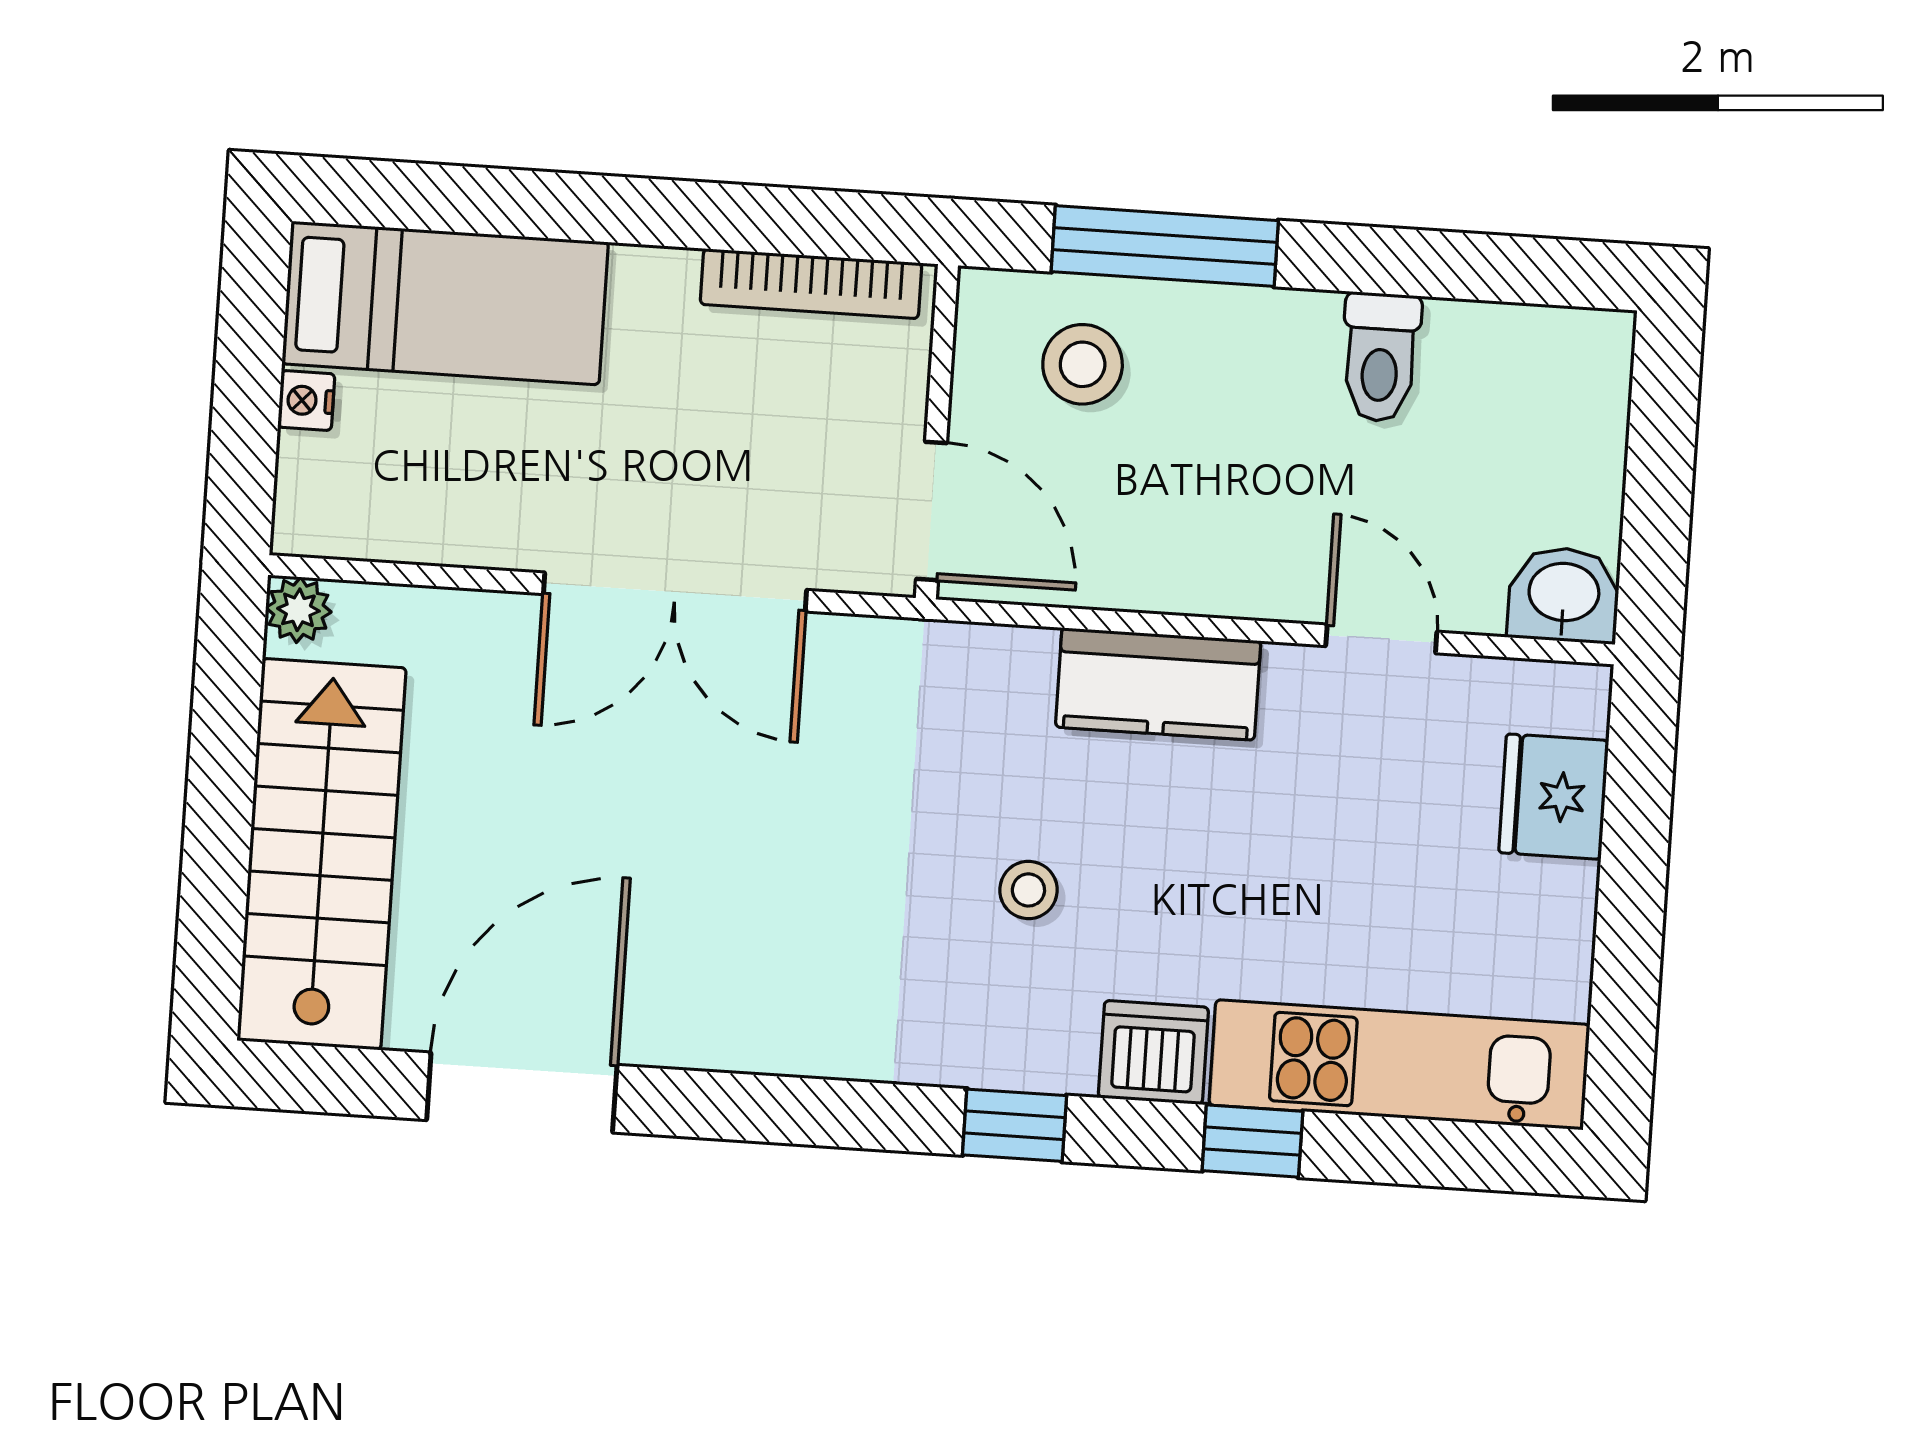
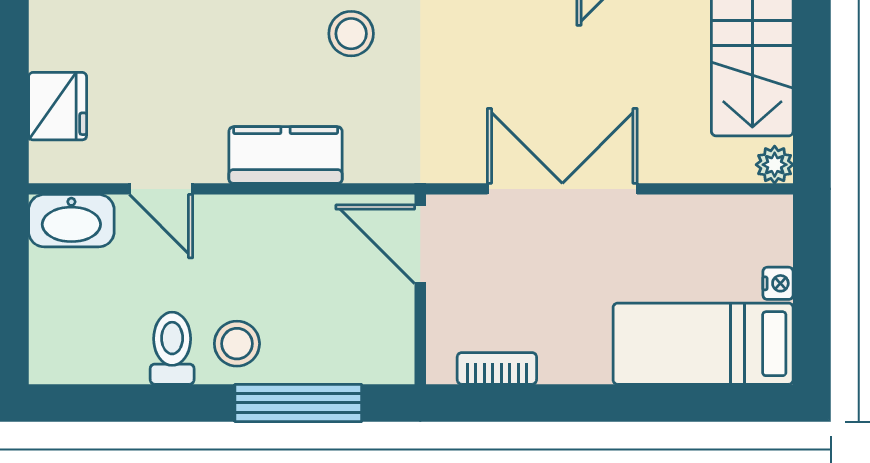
bookcase: (811, 284) -> (497, 368), width x0.64
stool: (1083, 364) -> (237, 344), moved
washbasin: (1564, 595) -> (71, 221), width x1.38
stool: (1028, 890) -> (351, 34), width x1.37, depth x1.37

